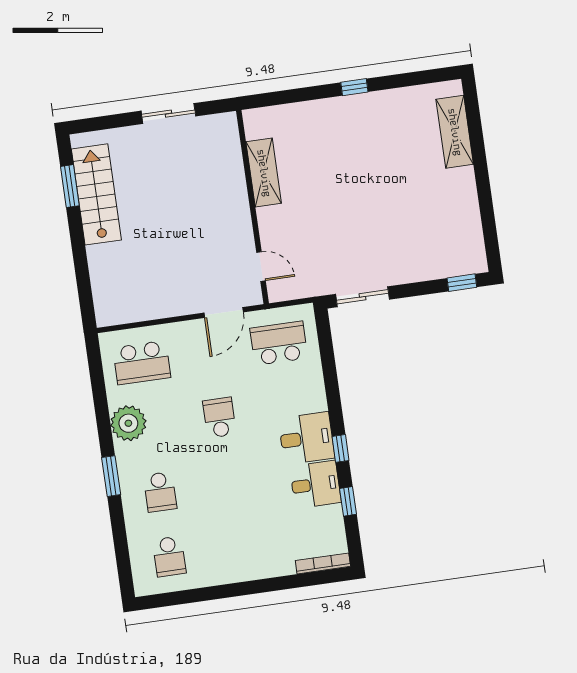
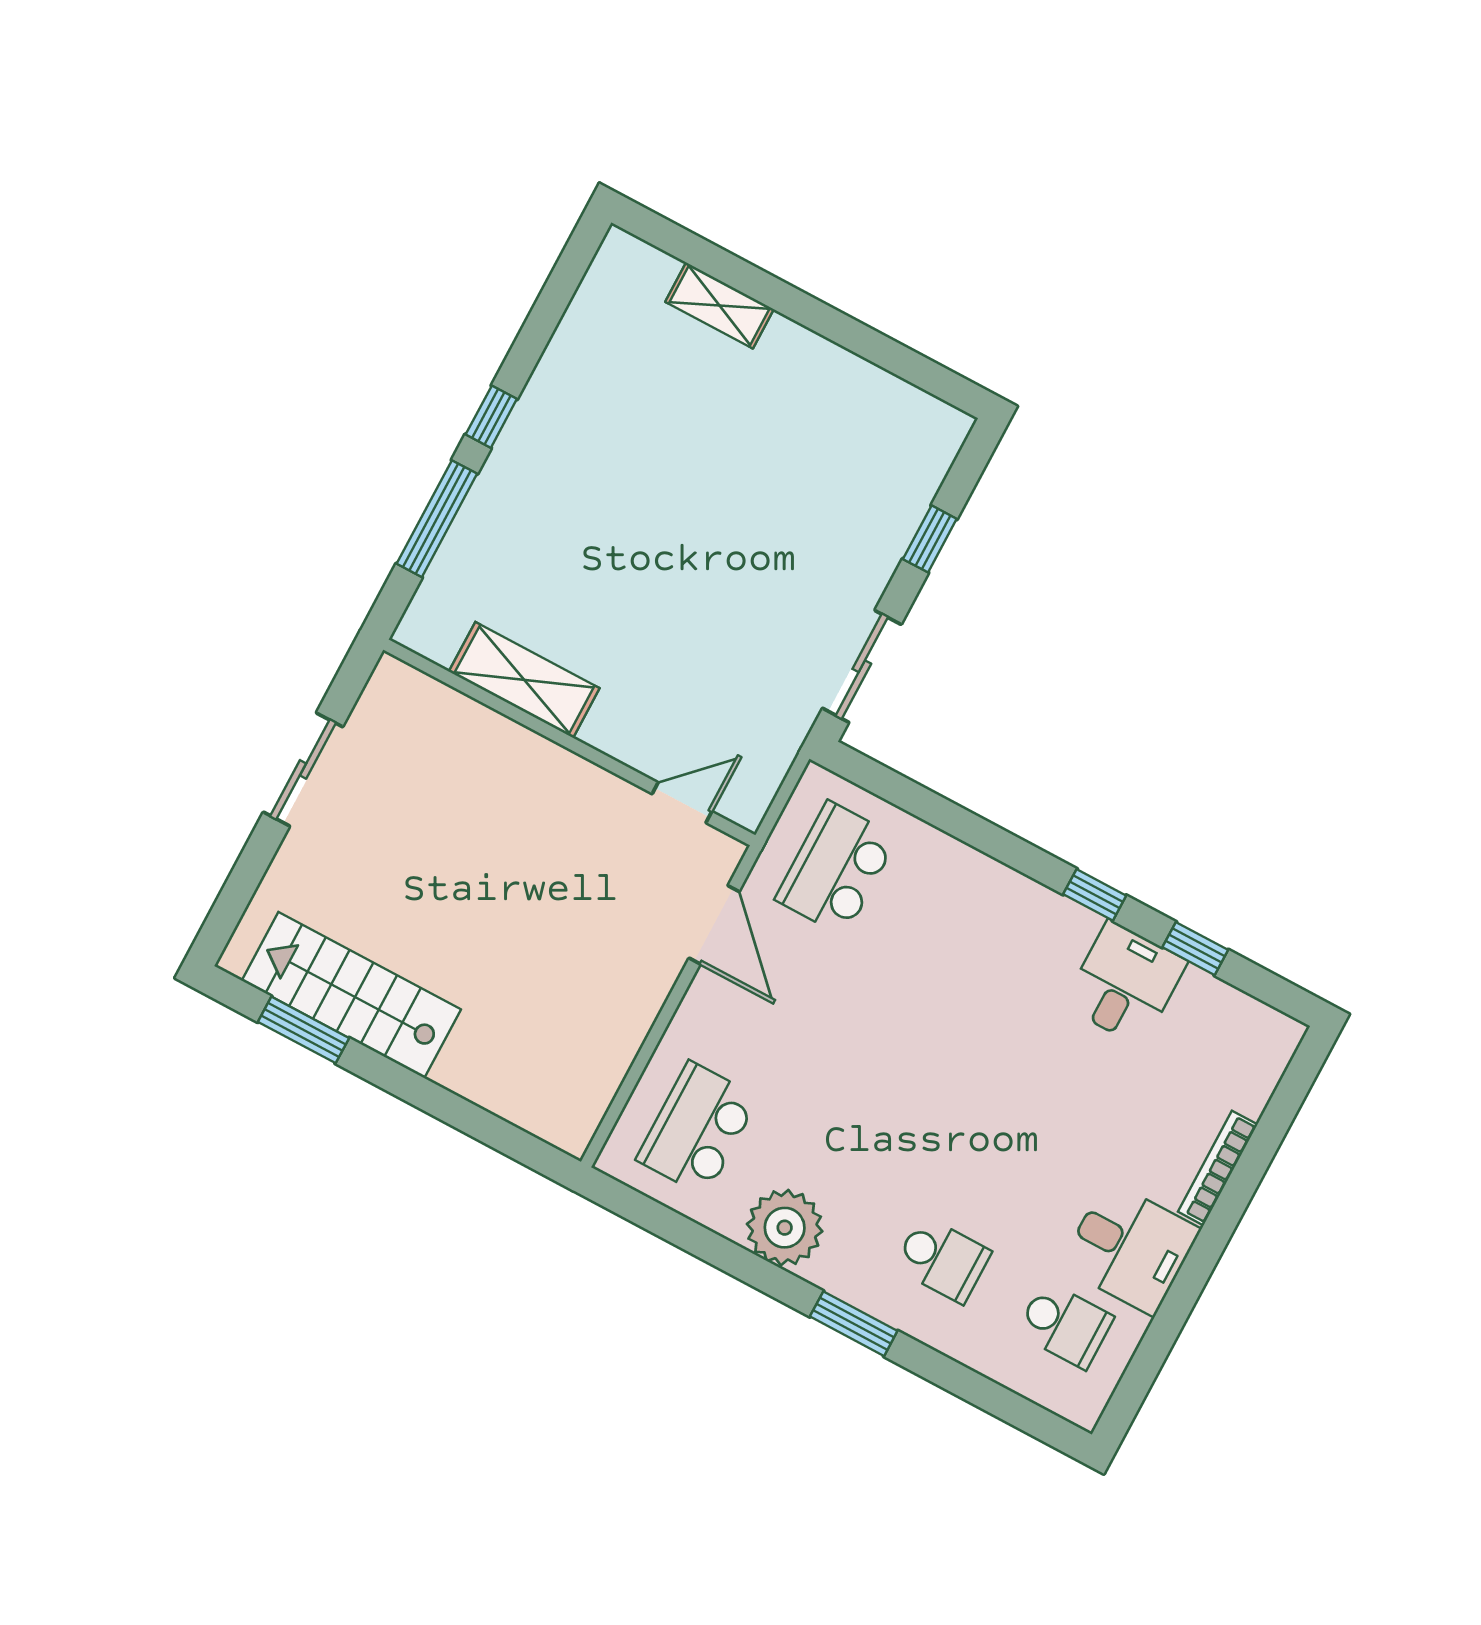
window: (301, 95) -> (437, 519), added
shelving: (455, 132) -> (719, 305), width x0.67, depth x0.75
window: (462, 283) -> (930, 539), moved
school desk: (142, 363) -> (697, 1129), turned 180
school desk: (219, 418) -> (889, 1064), removed
desk: (306, 438) -> (1130, 1248), moved, turned 90
bookcase: (323, 563) -> (1218, 1168), moved

